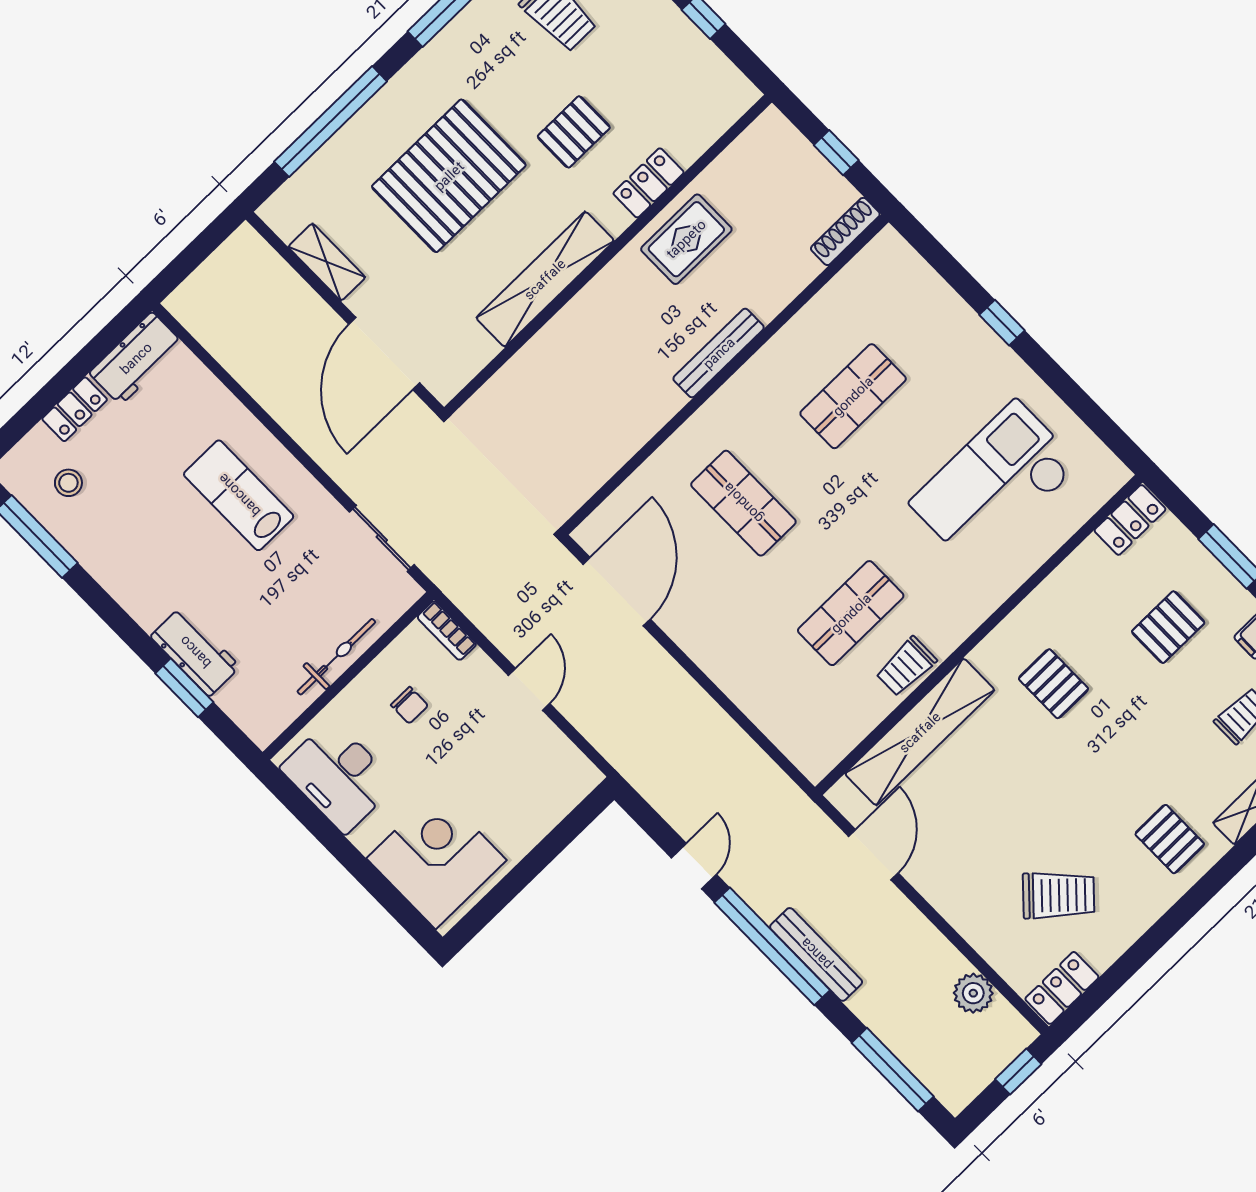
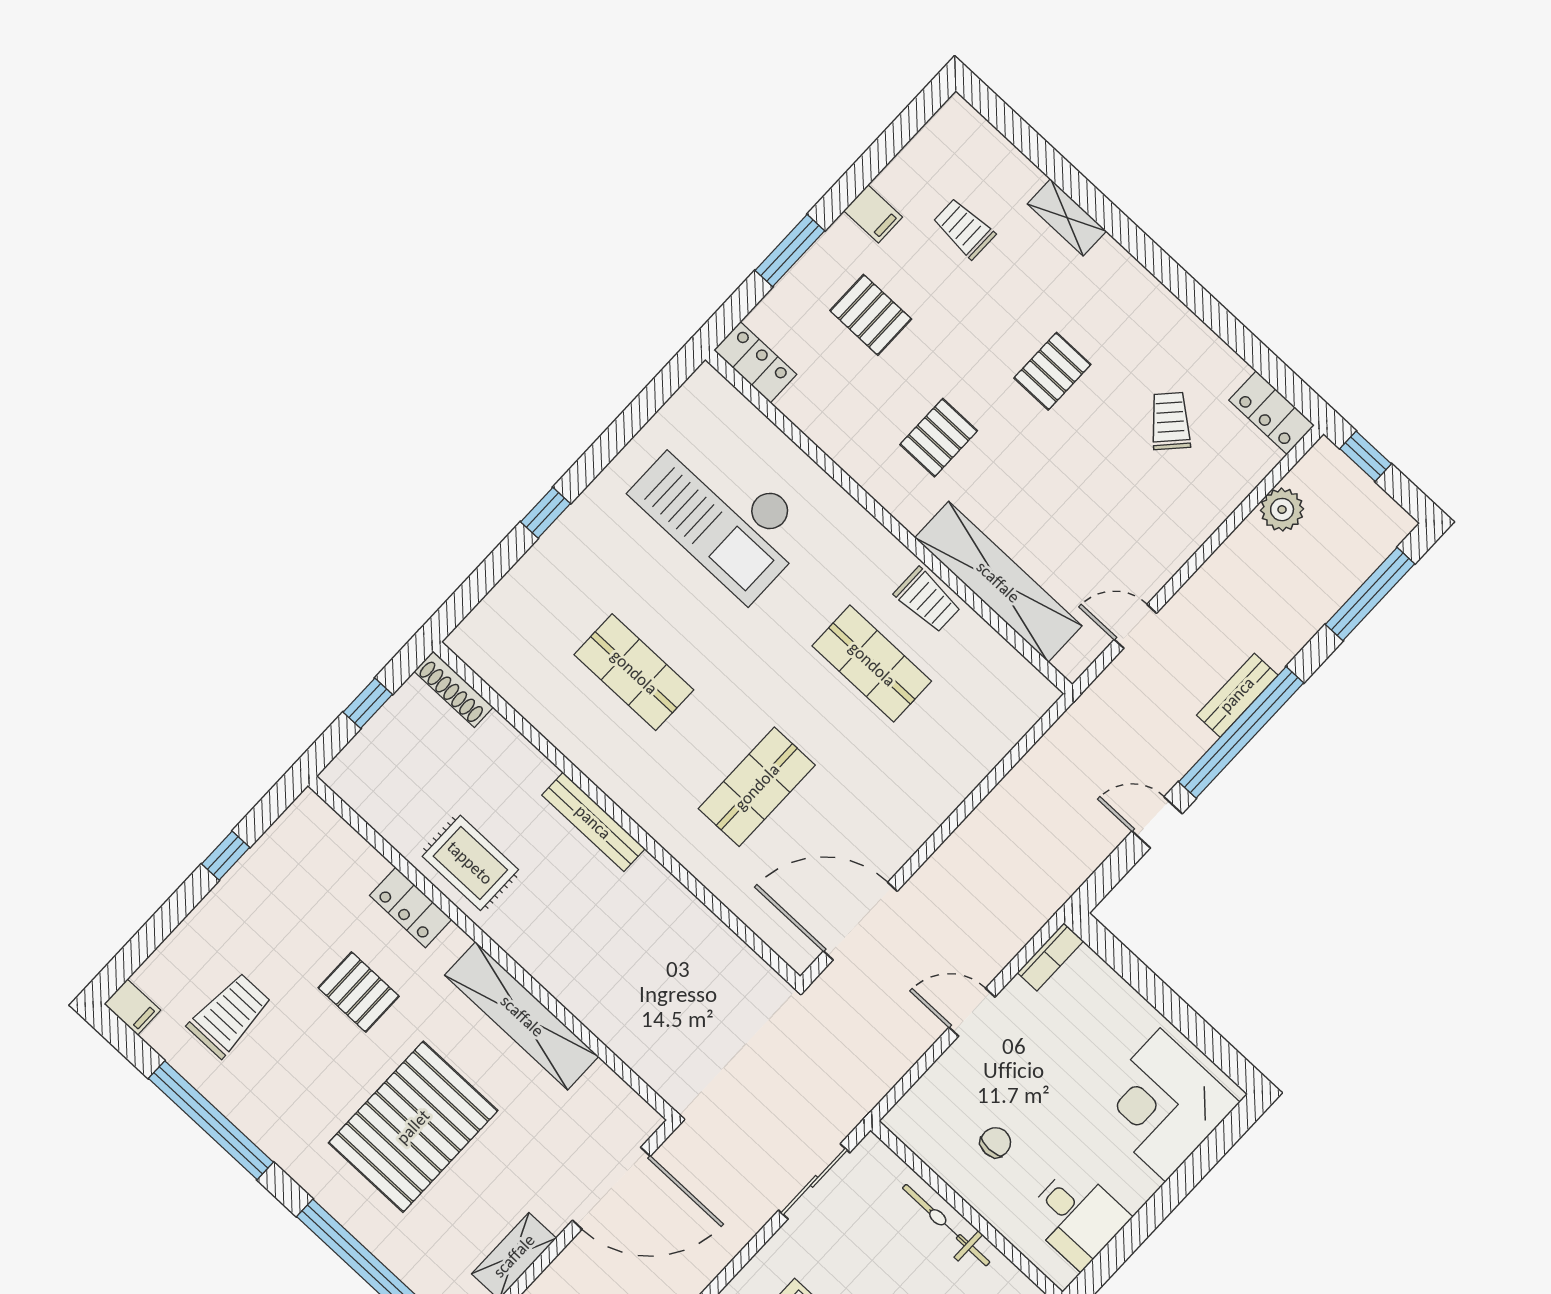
pallet: (449, 176) -> (413, 1127), turned 90
bookcase: (447, 631) -> (1050, 957), moved
desk: (338, 776) -> (1077, 1217), width x0.73
pallet: (1170, 839) -> (1052, 371), moved
door: (873, 855) -> (1135, 626), width x0.73
trolley: (1059, 895) -> (1170, 421), width x0.73, depth x0.72
bench: (816, 954) -> (1237, 695), width x0.73

